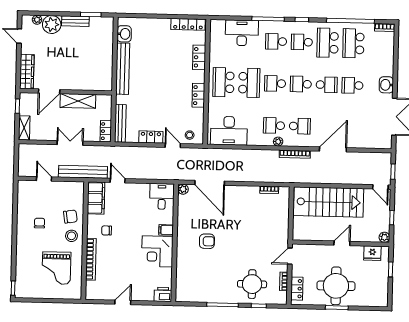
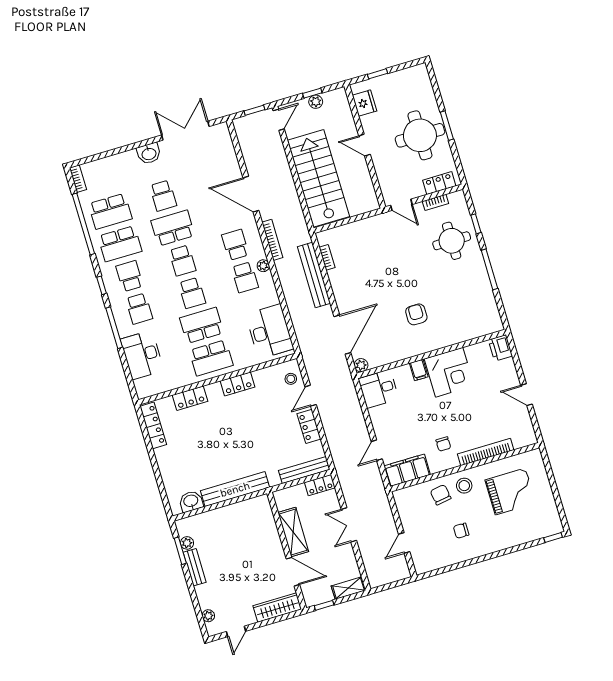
plant: (52, 24) -> (187, 543), moved, width x0.53, depth x0.53
school desk: (302, 42) -> (129, 276), turned 180
school desk: (327, 85) -> (173, 228), width x1.85
bench: (83, 172) -> (314, 275), moved
plant: (384, 237) -> (316, 102), moved

